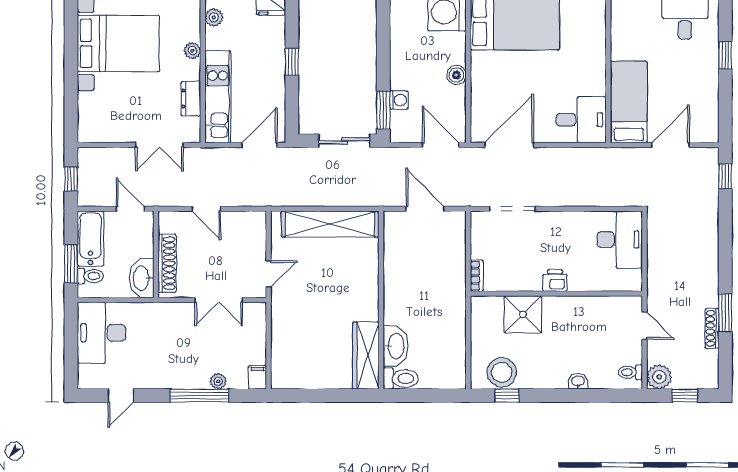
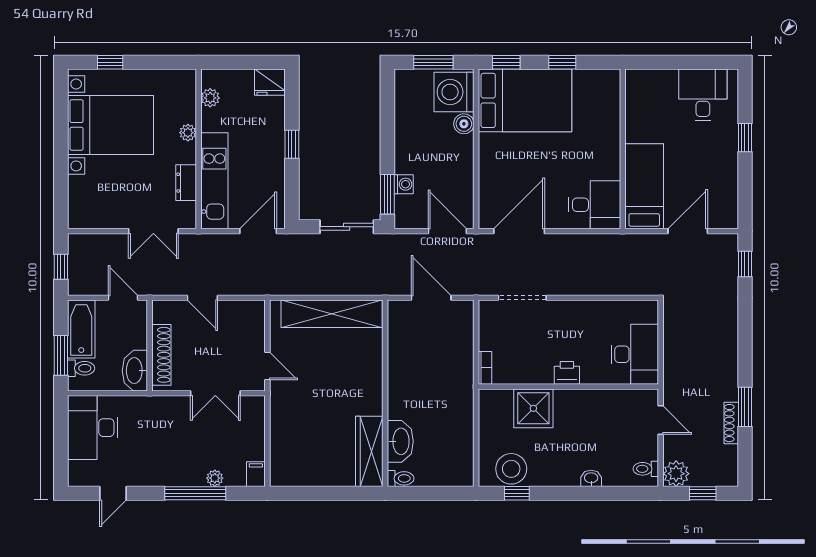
boiler: (456, 75) -> (464, 124), moved
desk: (620, 240) -> (635, 354), moved
door: (269, 274) -> (267, 366), hinge flipped
toilet: (401, 379) -> (401, 478), width x0.73, depth x0.72

